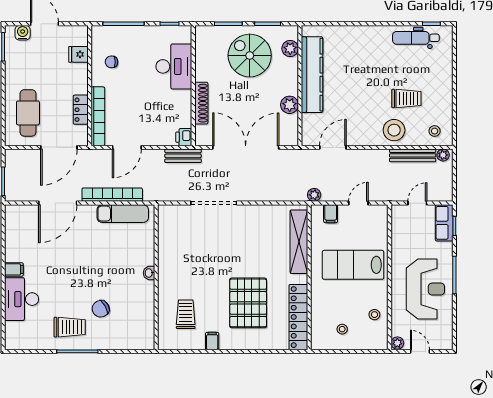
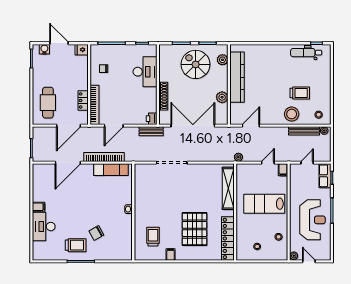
fridge: (78, 54) -> (82, 50), moved
filing cabinet: (331, 214) -> (283, 170), moved

